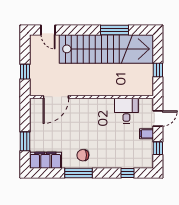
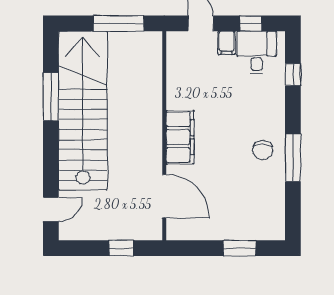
window: (158, 70) -> (119, 23), width x2.17
desk: (126, 111) -> (257, 52), moved, turned 90
filing cabinet: (45, 160) -> (180, 137), moved, turned 180

